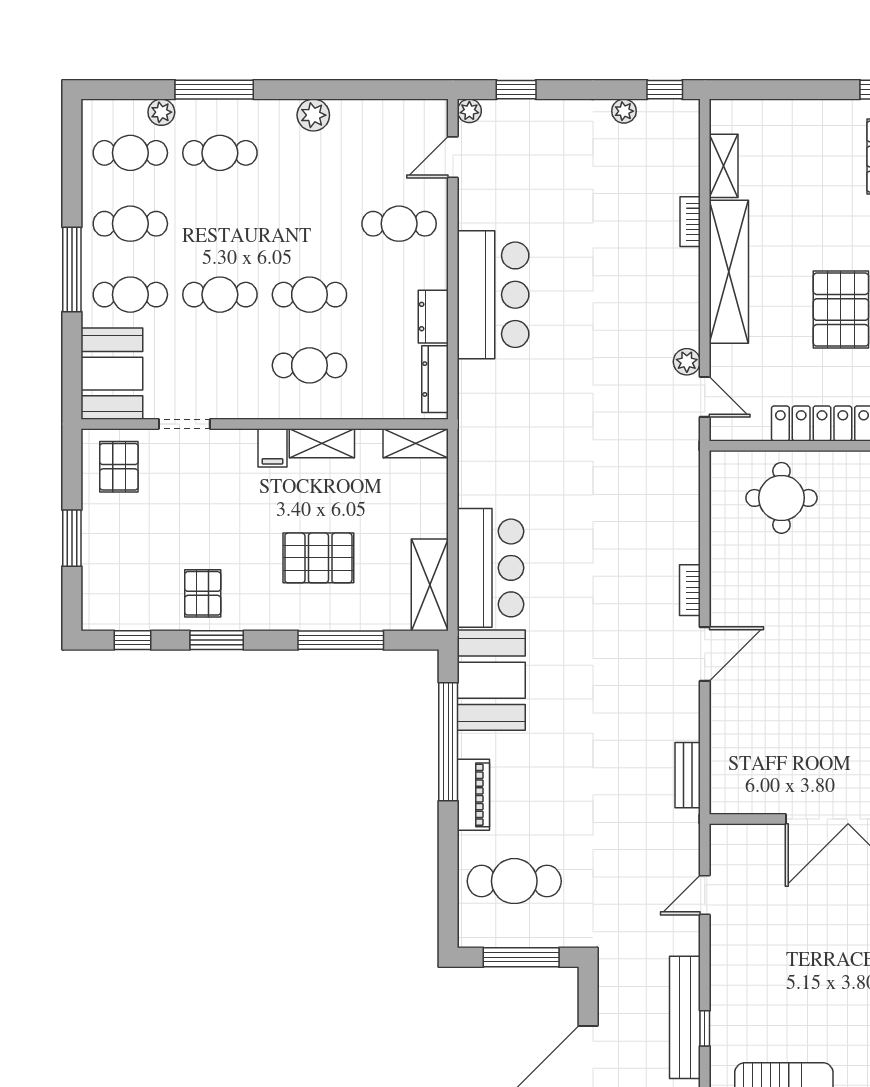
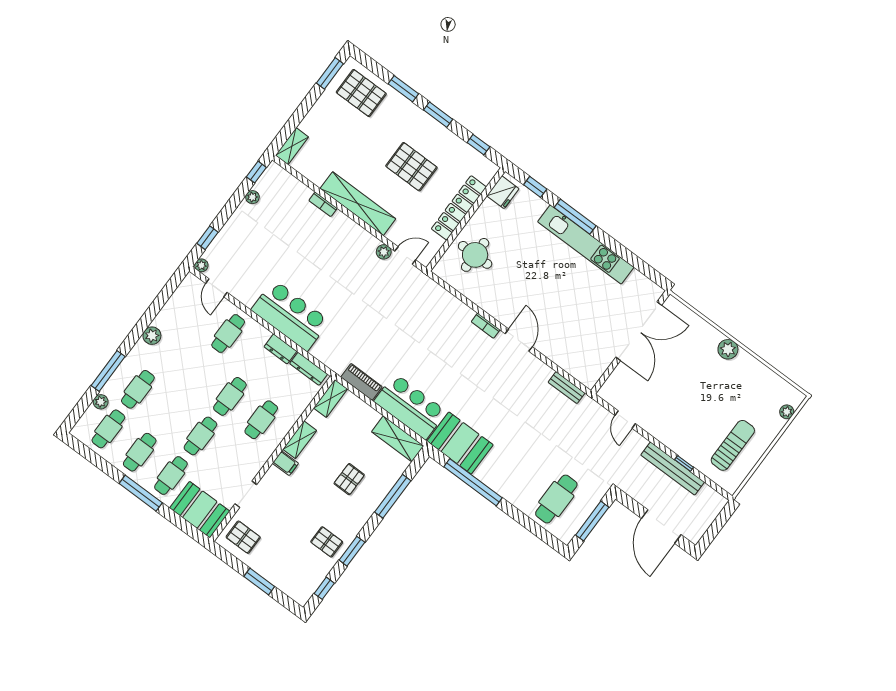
shelving: (724, 166) -> (292, 146), moved, turned 90
pallet: (318, 558) -> (349, 479), width x0.67, depth x0.71
piano: (473, 795) -> (362, 382), moved

